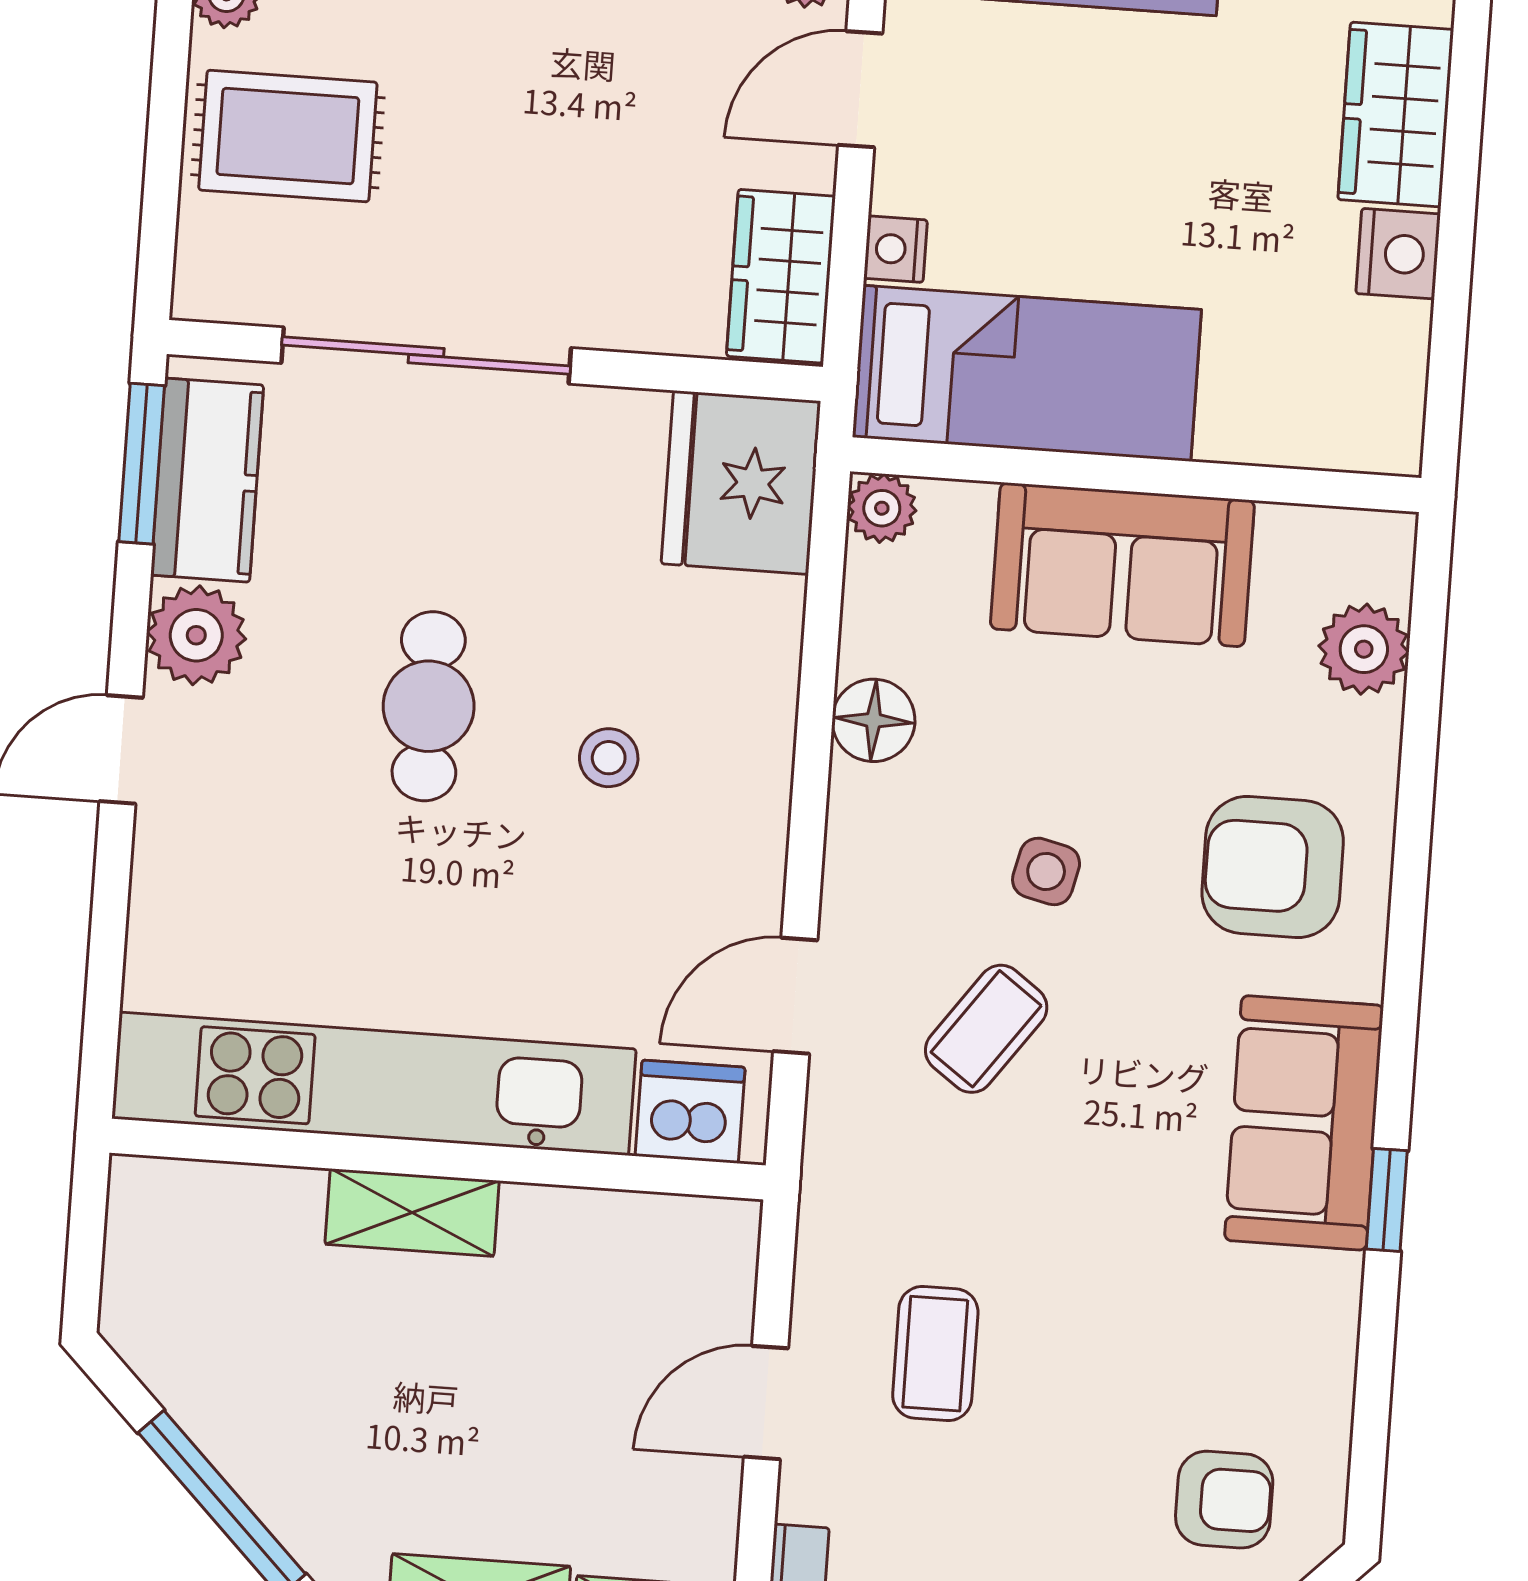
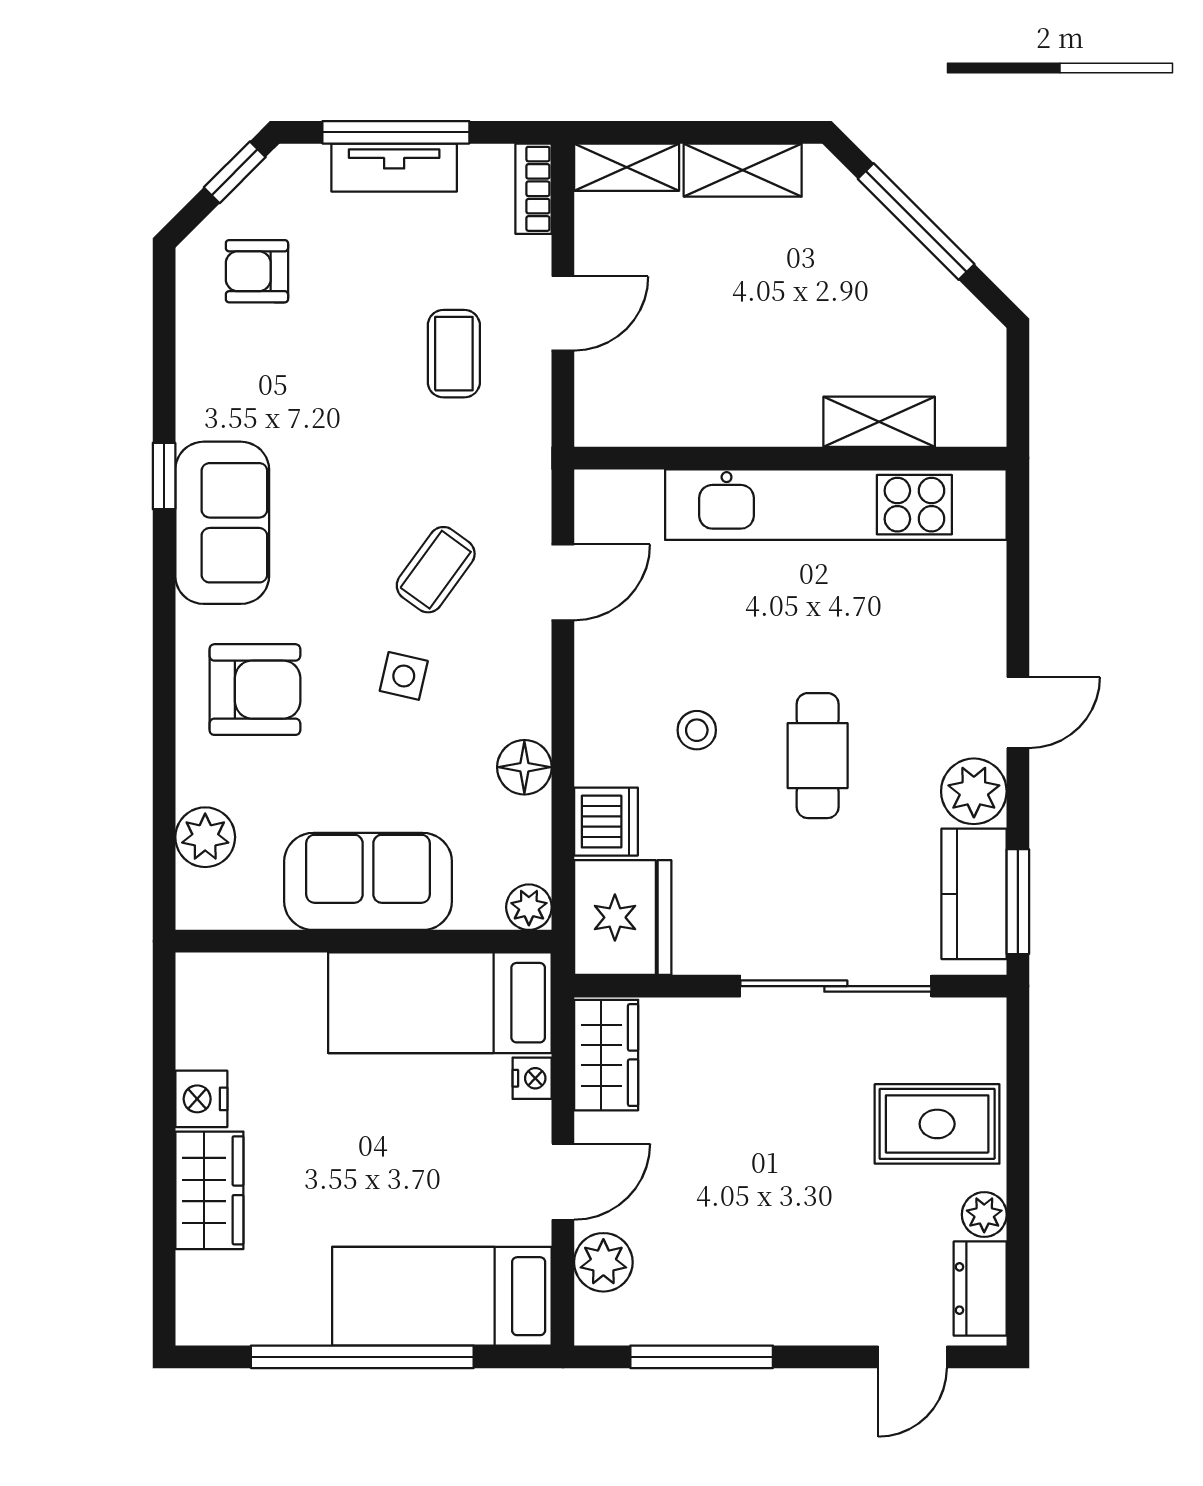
dishwasher: (690, 1112) -> (606, 822), moved, turned -90
shelving: (412, 1213) -> (879, 422), moved

